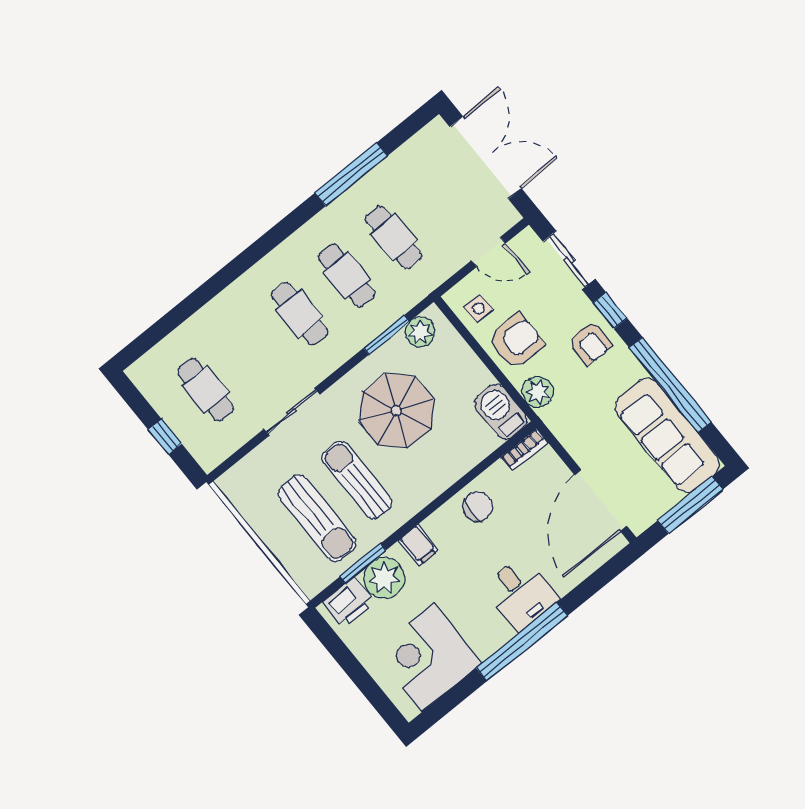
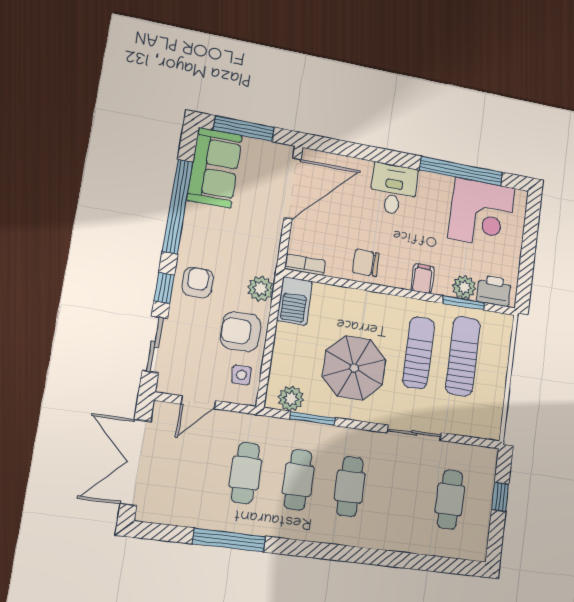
door: (488, 252) -> (198, 402), swing flipped
sofa: (667, 435) -> (215, 168), width x0.73
sun lounger: (357, 480) -> (418, 353), turned 180
plant: (384, 578) -> (464, 287), width x0.73, depth x0.73
window: (522, 642) -> (461, 171), moved

